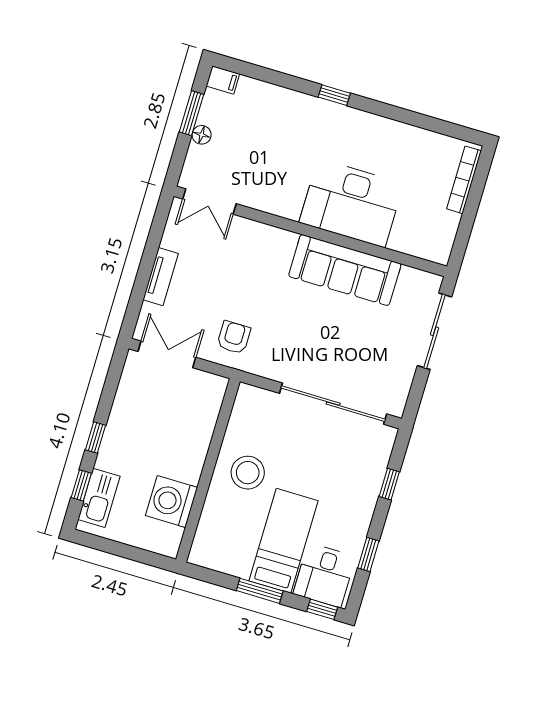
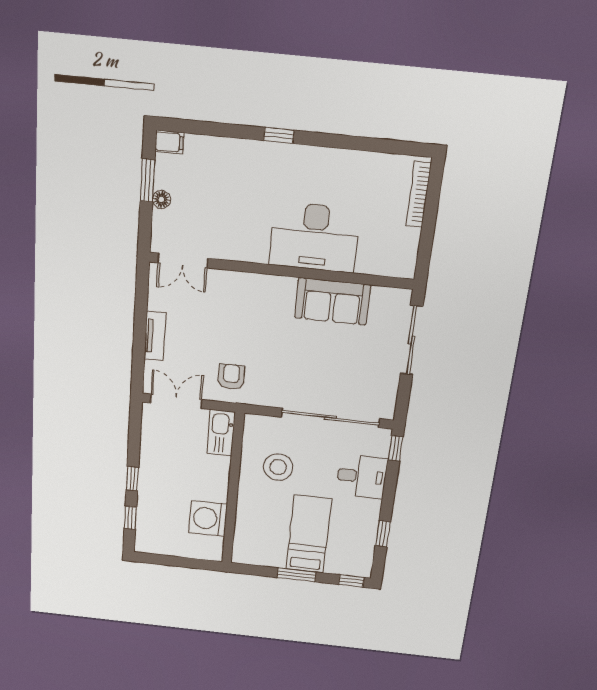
sofa: (345, 270) -> (332, 301), width x0.73
stool: (248, 473) -> (278, 467), moved
window: (389, 484) -> (396, 448), moved
kitchen sink: (99, 498) -> (221, 433), moved, turned 180
desk: (324, 575) -> (362, 476), moved, turned -90

